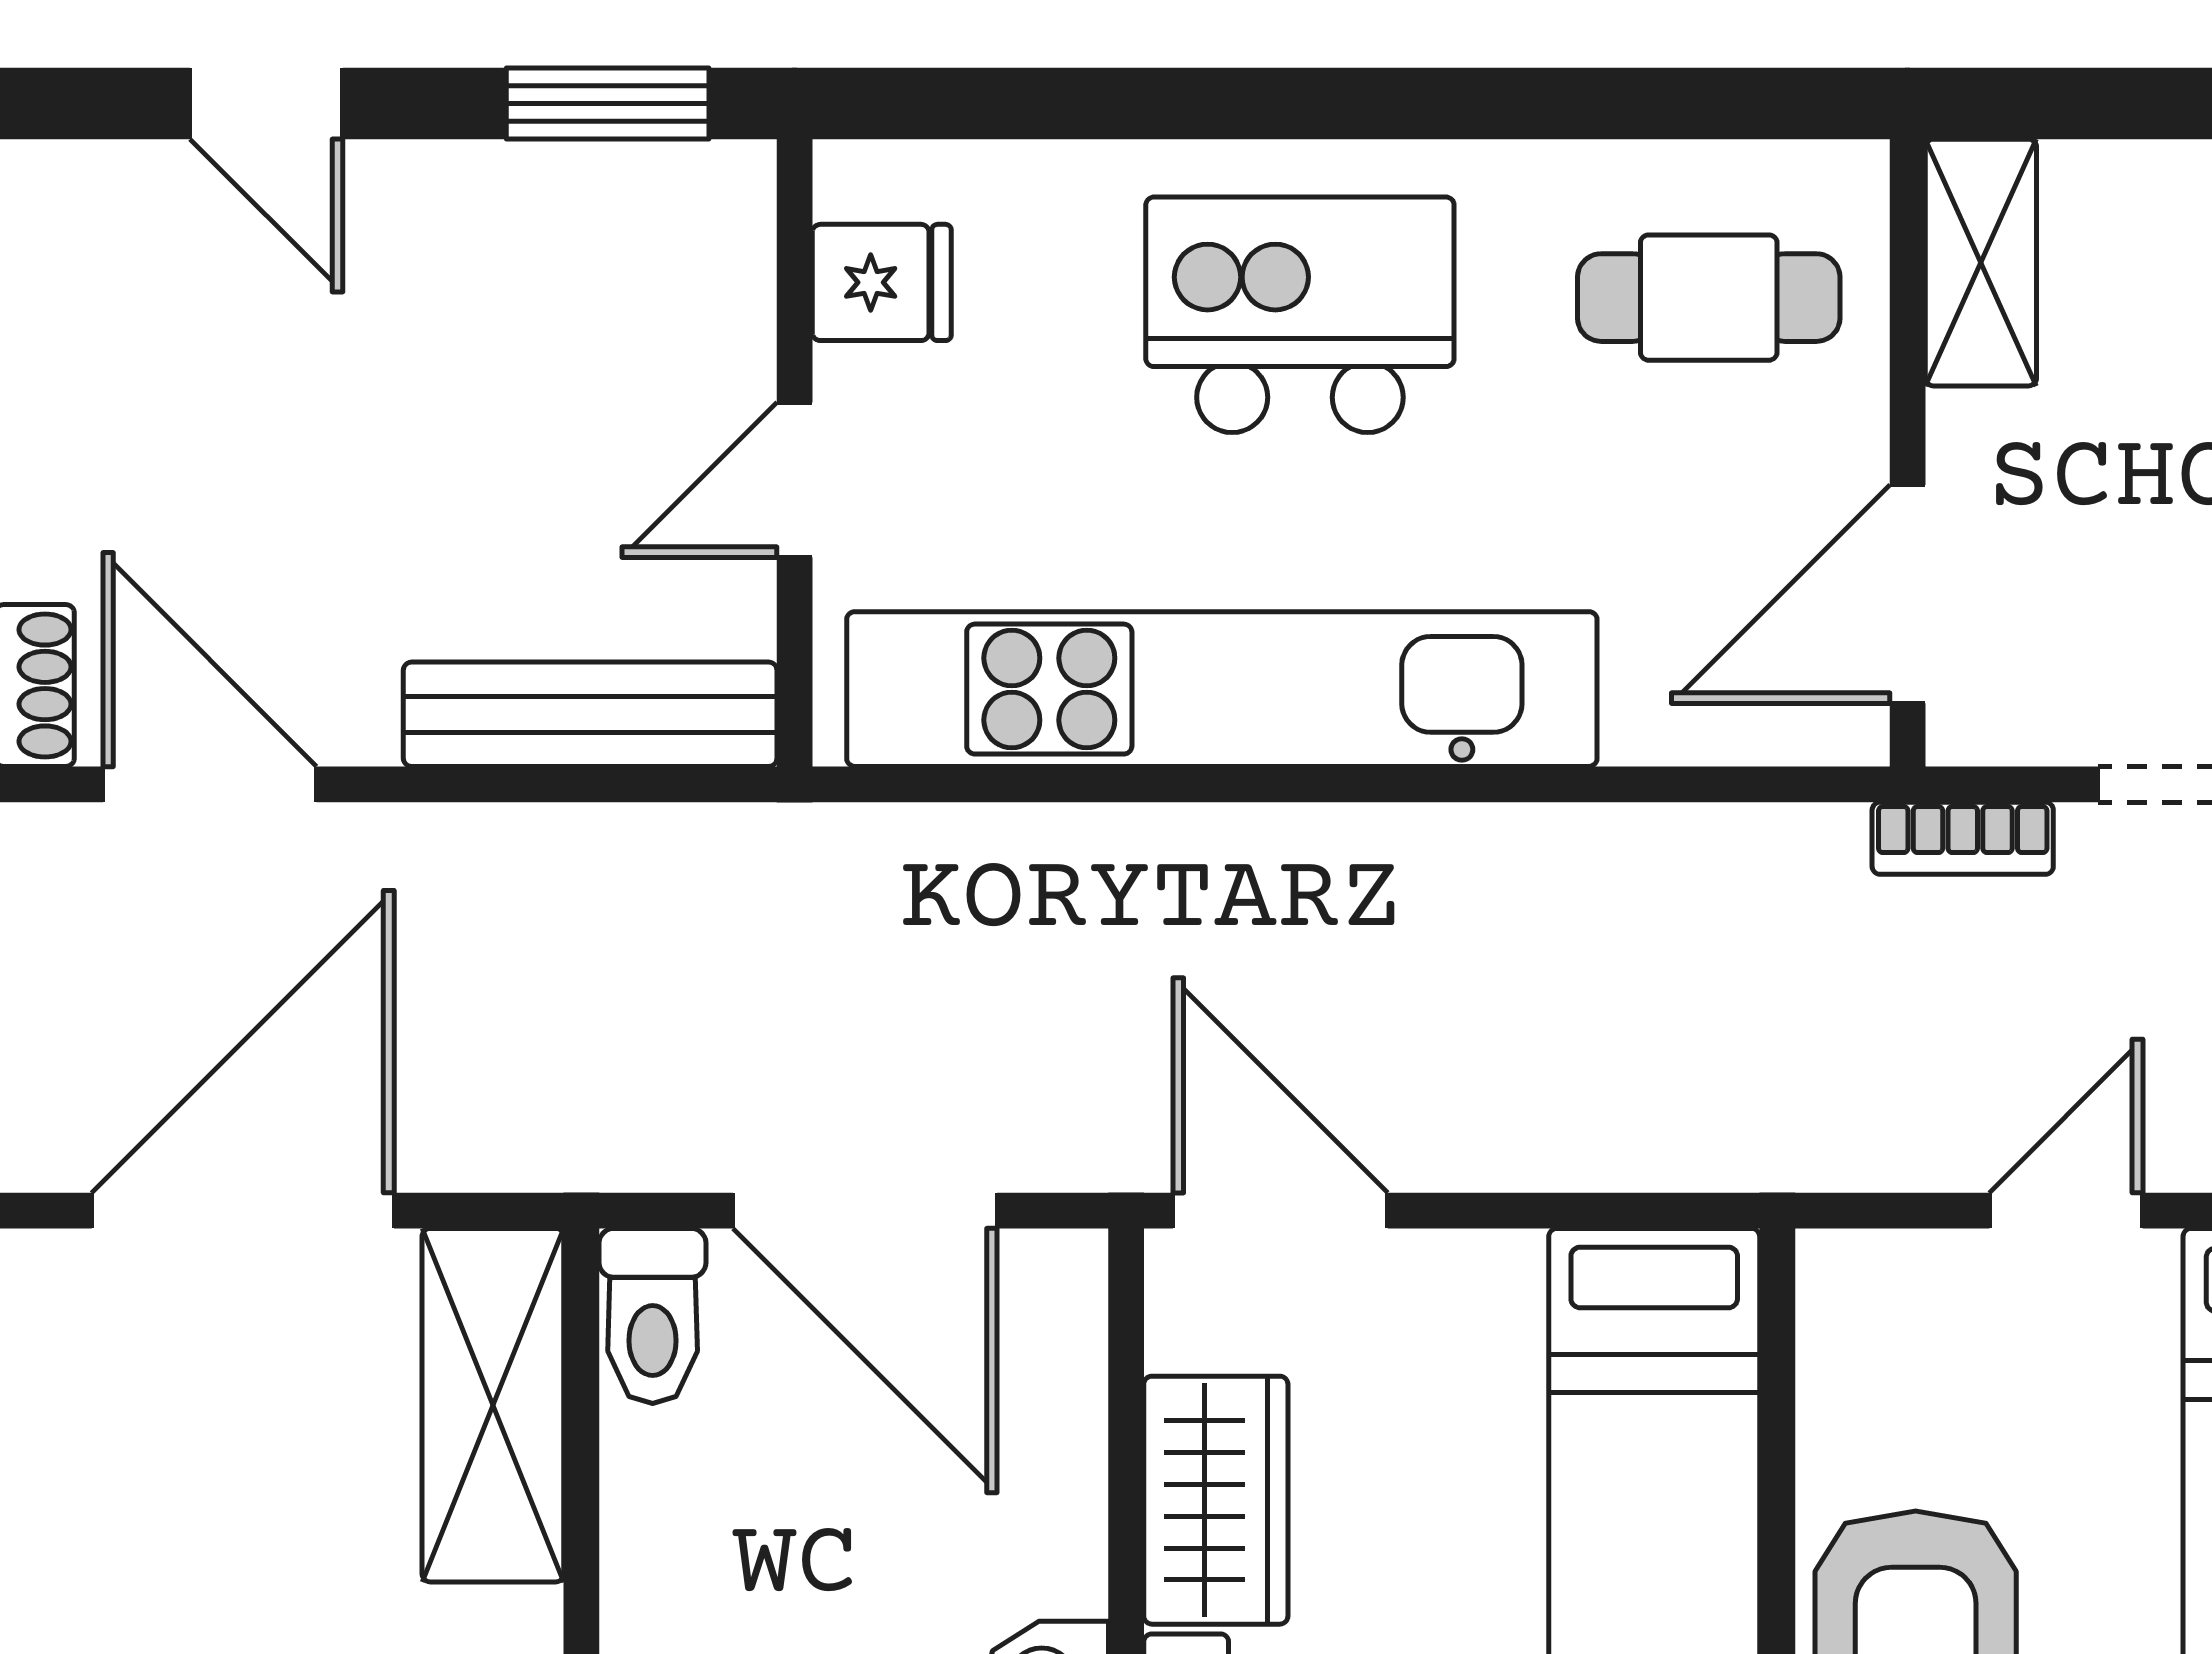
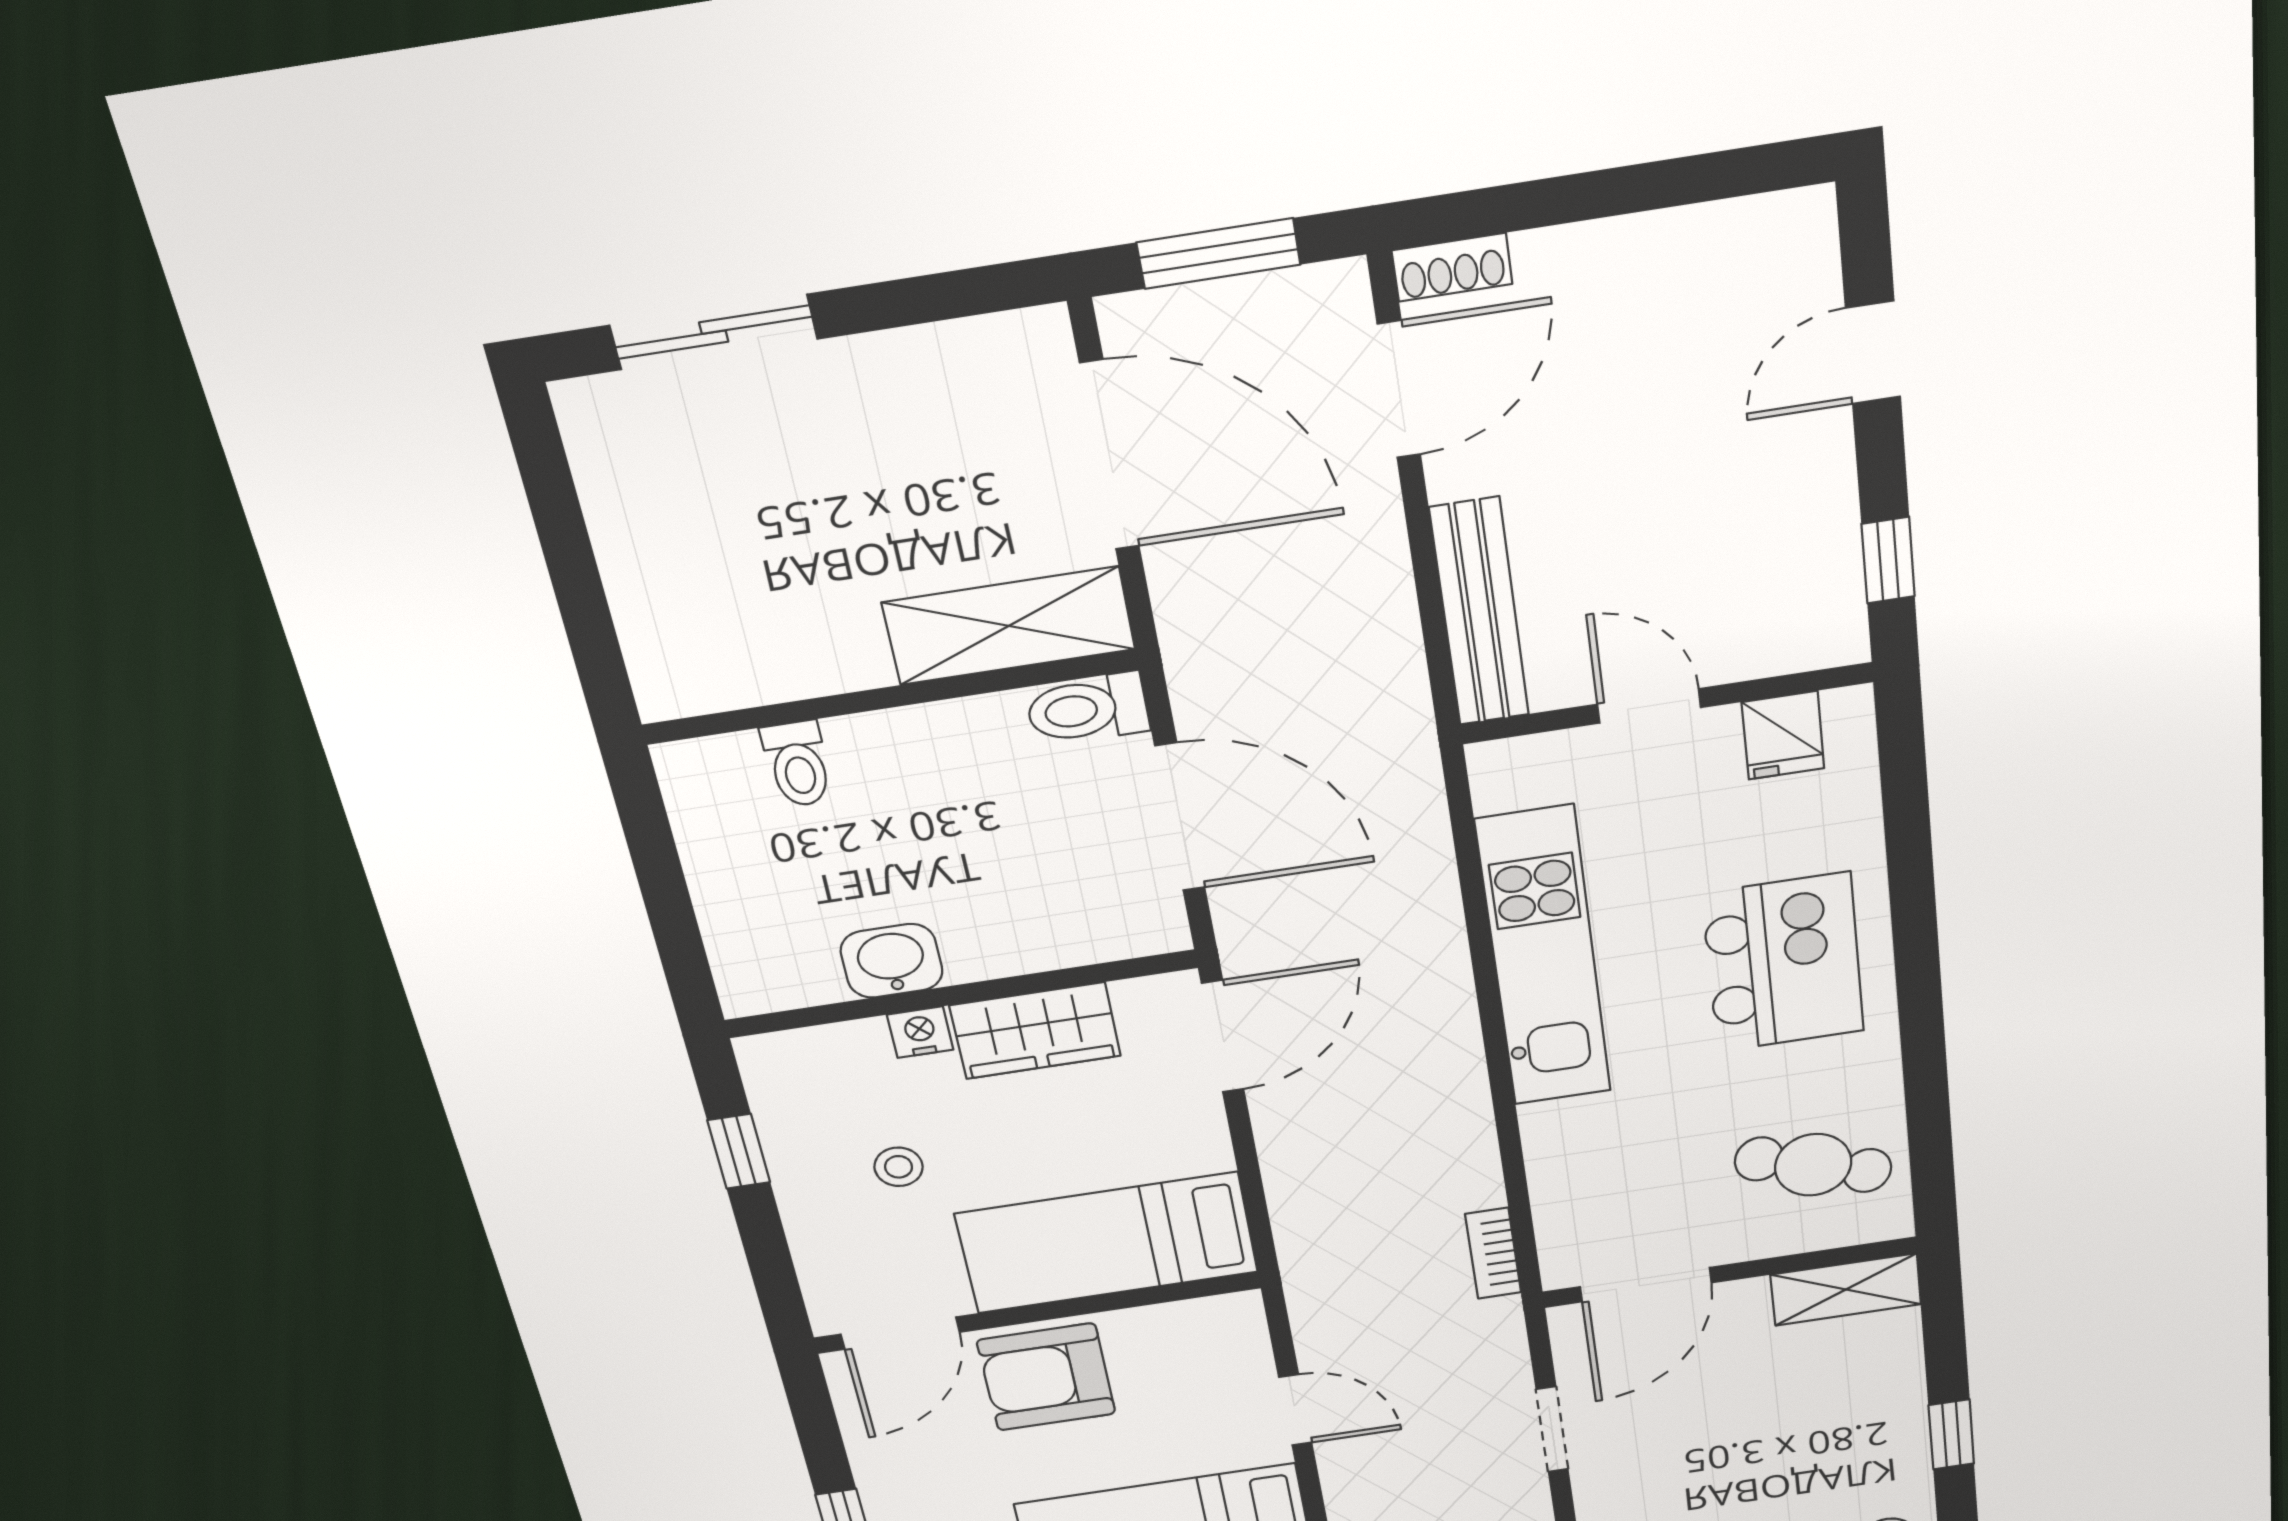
window: (608, 104) -> (1888, 560), width x0.67
cafe table: (1709, 298) -> (1813, 1165), turned -72
door: (1908, 594) -> (1646, 1285), swing flipped
kitchen unit: (1222, 689) -> (1544, 957), width x0.73
bookcase: (1963, 838) -> (1493, 1253), moved
door: (865, 1211) -> (1180, 817), swing flipped

